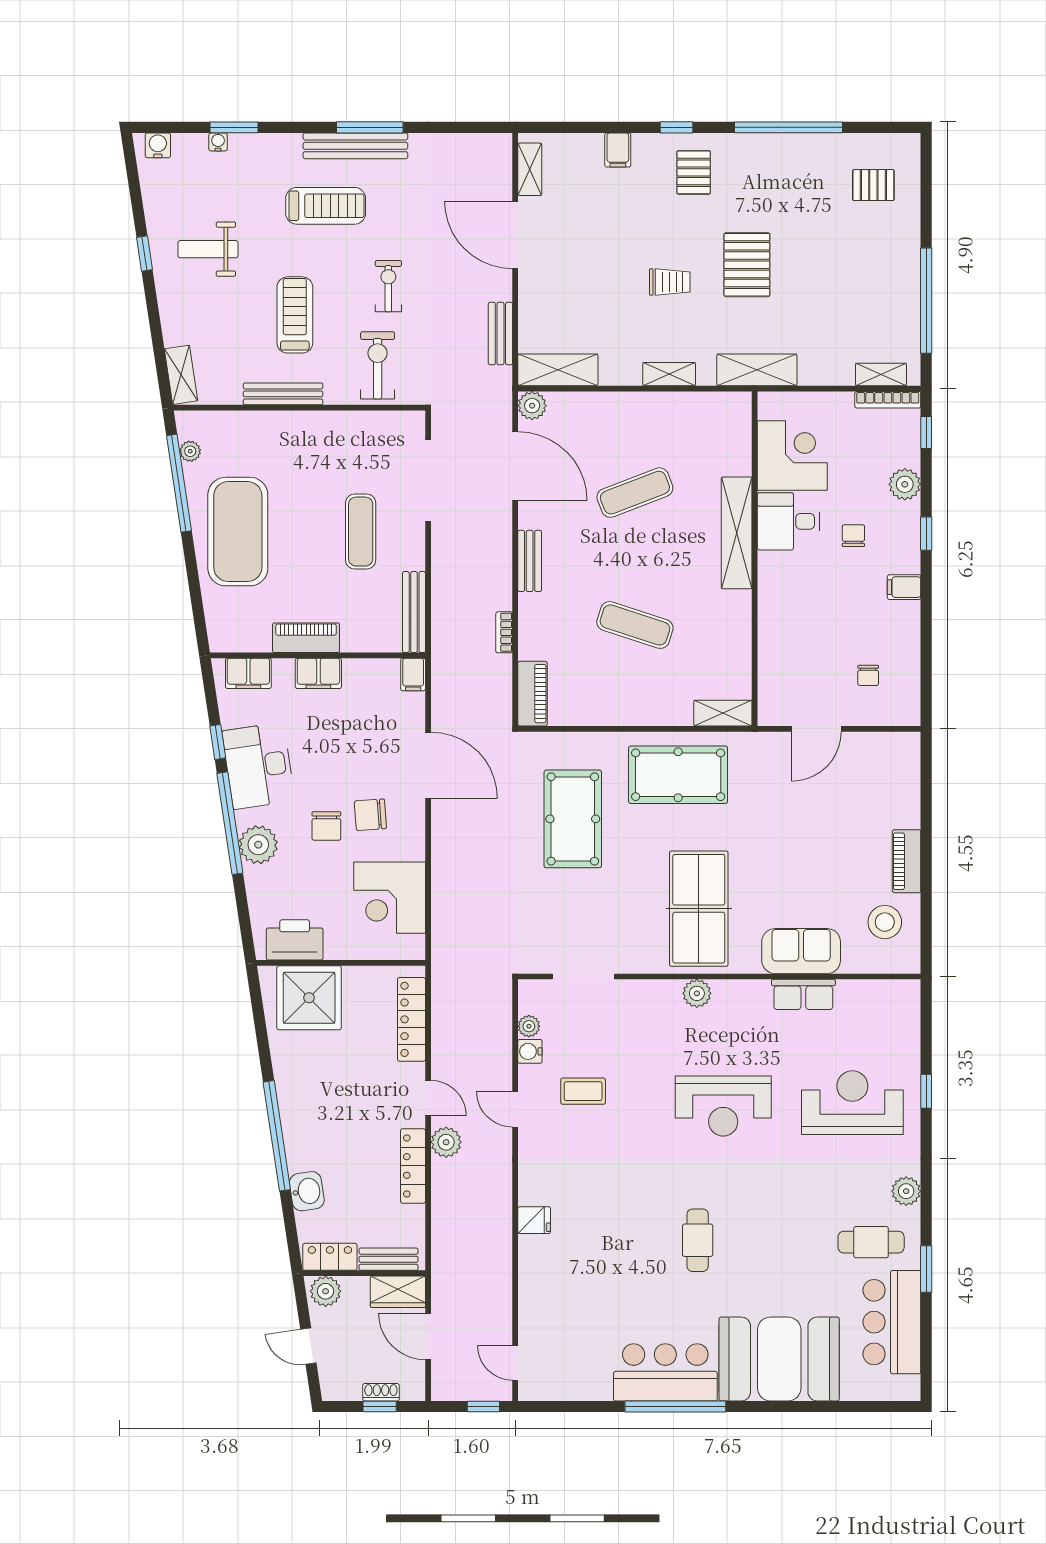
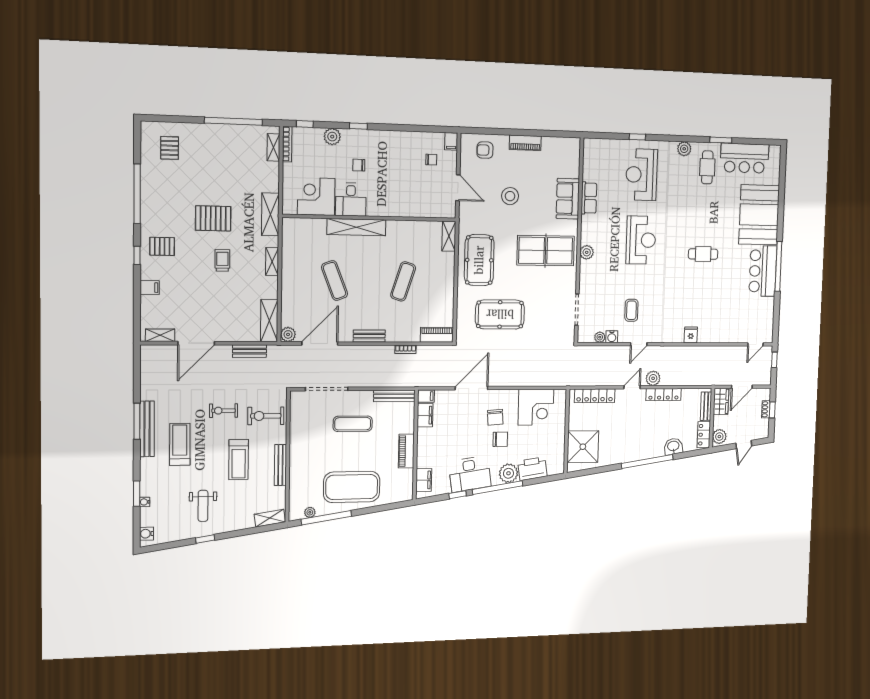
treadmill: (295, 315) -> (239, 460), turned -90
filing cabinet: (904, 587) -> (451, 141), moved
filing cabinet: (318, 673) -> (425, 415), moved
armchair: (890, 781) -> (485, 150), added
stool: (885, 922) -> (510, 196), moved
printer: (295, 940) -> (532, 469), moved, turned 81

